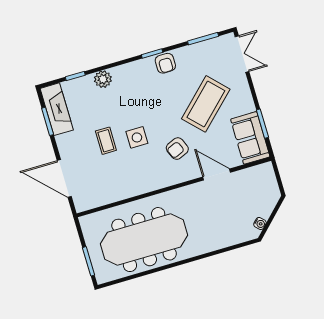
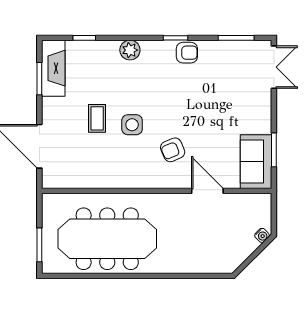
armchair: (165, 63) -> (187, 53), turned -90
plant: (103, 79) -> (130, 50), moved
coffee table: (206, 104) -> (218, 110), removed
water cooler: (260, 223) -> (262, 235), moved

